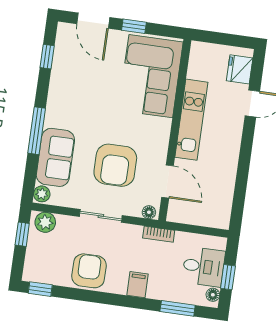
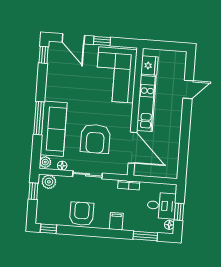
window: (47, 57) -> (44, 55), moved
fridge: (240, 69) -> (149, 66), moved, turned 180
sofa: (55, 157) -> (54, 129), width x1.36
door: (168, 181) -> (132, 148), width x1.36
floor lamp: (149, 212) -> (62, 166), moved

